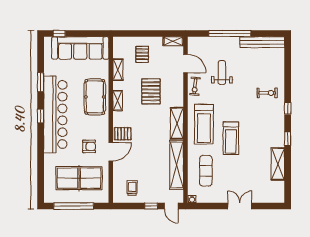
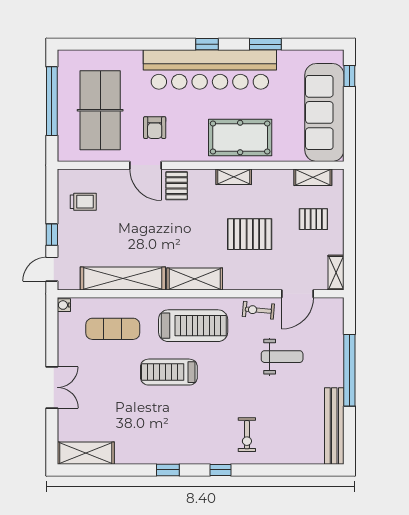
shelving: (118, 70) -> (313, 177), moved
treadmill: (204, 124) -> (193, 326), turned 180
shelving: (278, 164) -> (86, 453), moved

